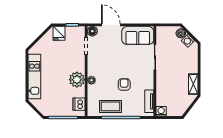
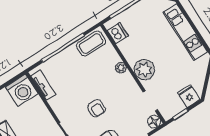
plant: (77, 80) -> (144, 70), moved
armchair: (124, 84) -> (97, 108), moved
coffee table: (111, 106) -> (91, 43), moved
washing machine: (161, 111) -> (22, 90), width x1.89, depth x1.89

